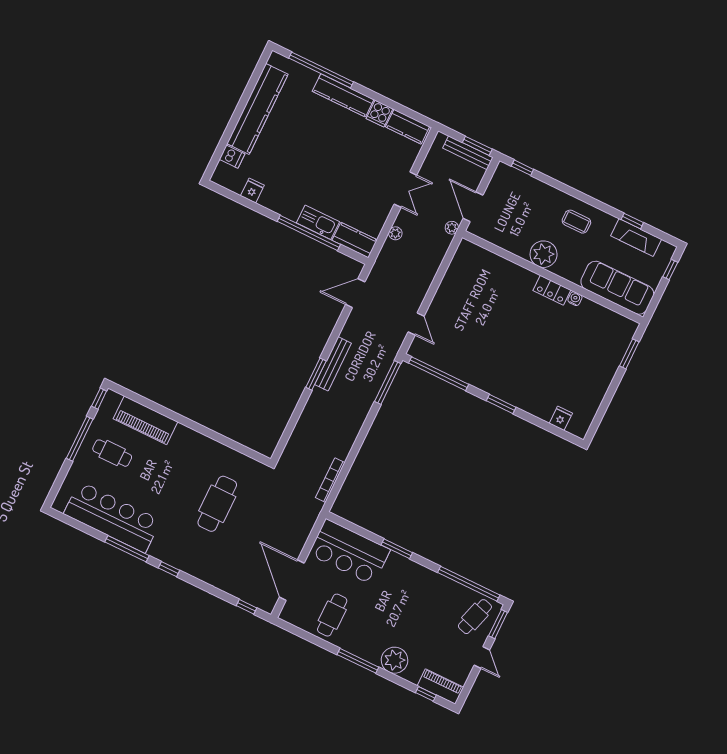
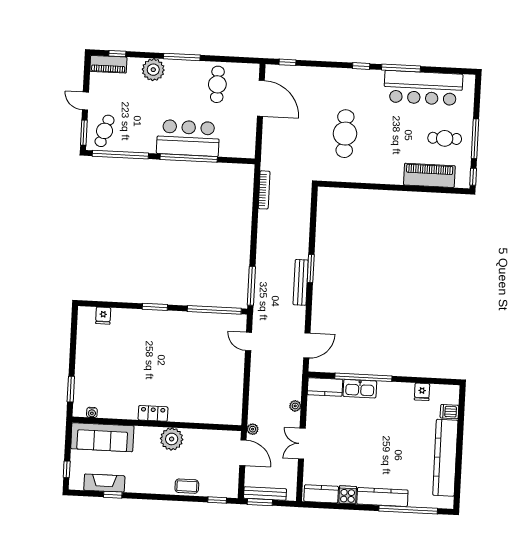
coffee table: (576, 222) -> (187, 486), moved
water cooler: (575, 299) -> (92, 412), moved
window: (397, 549) -> (189, 158), width x2.11
bar counter: (349, 552) -> (188, 138), moved

